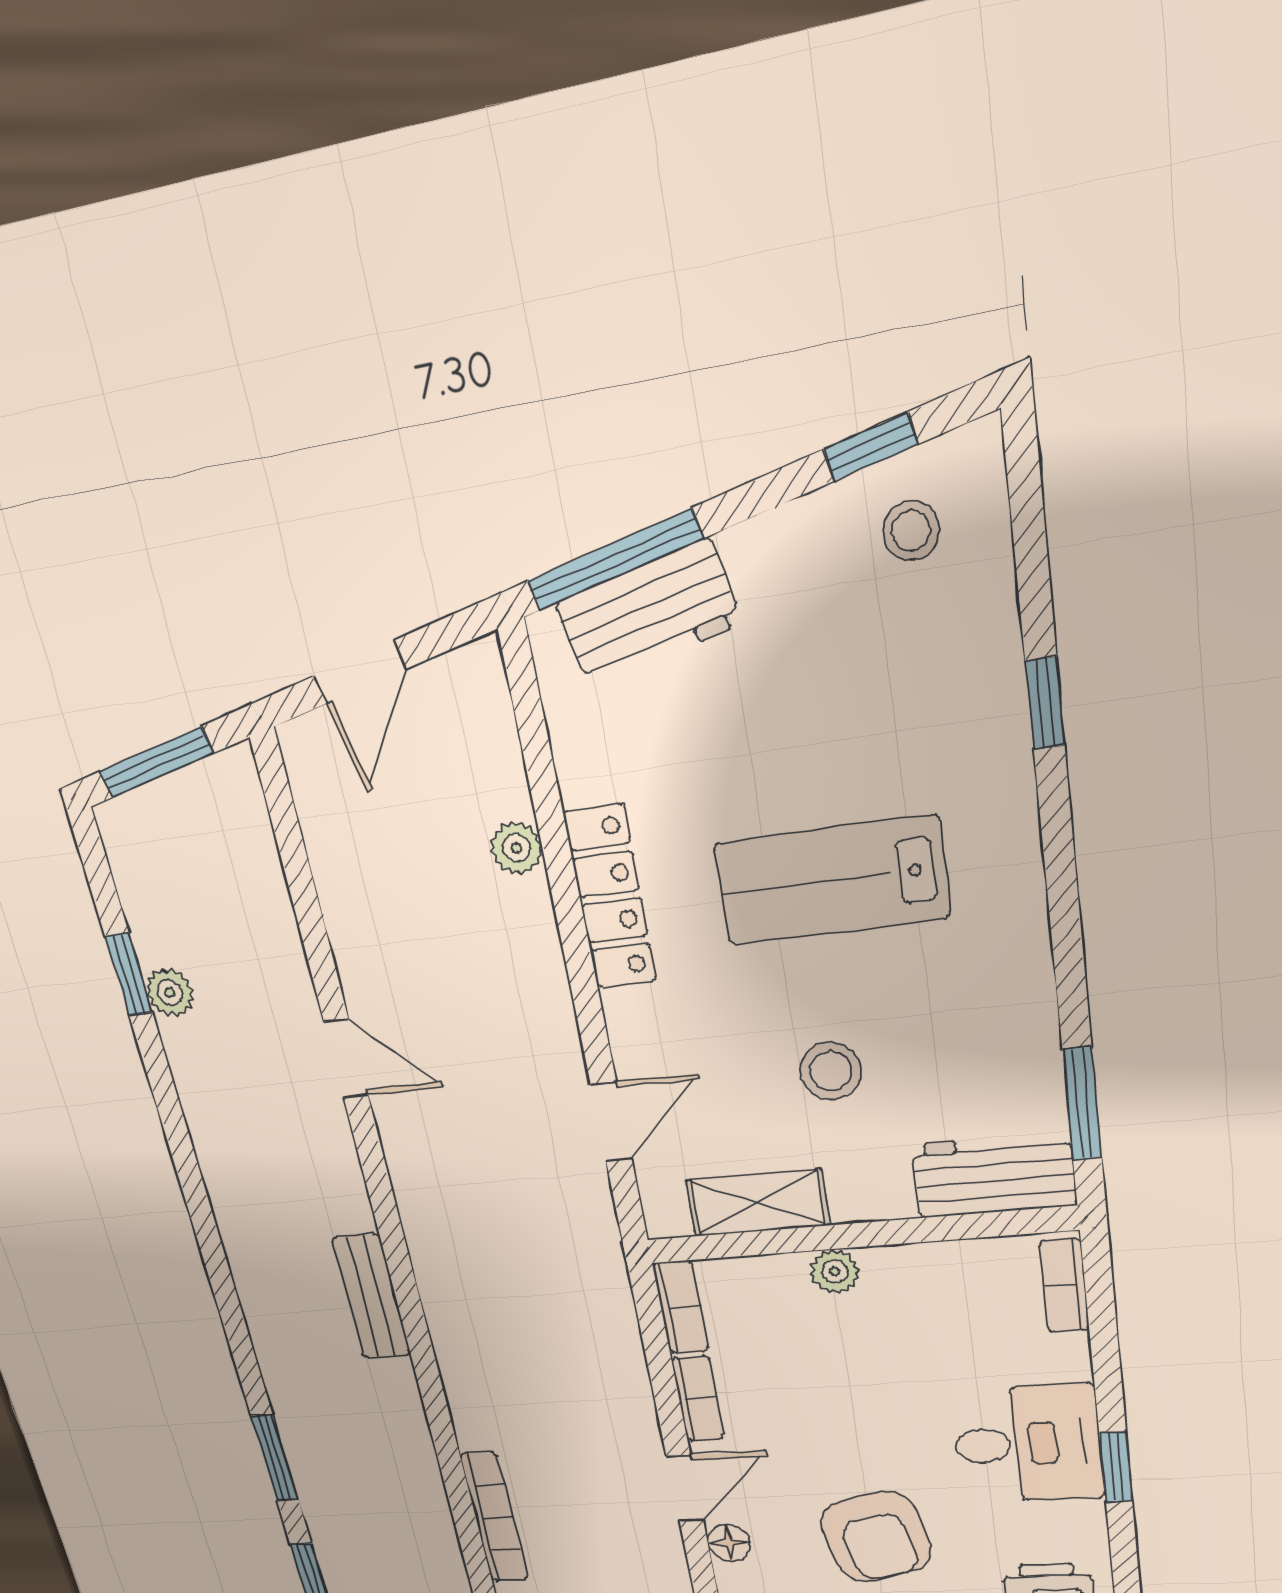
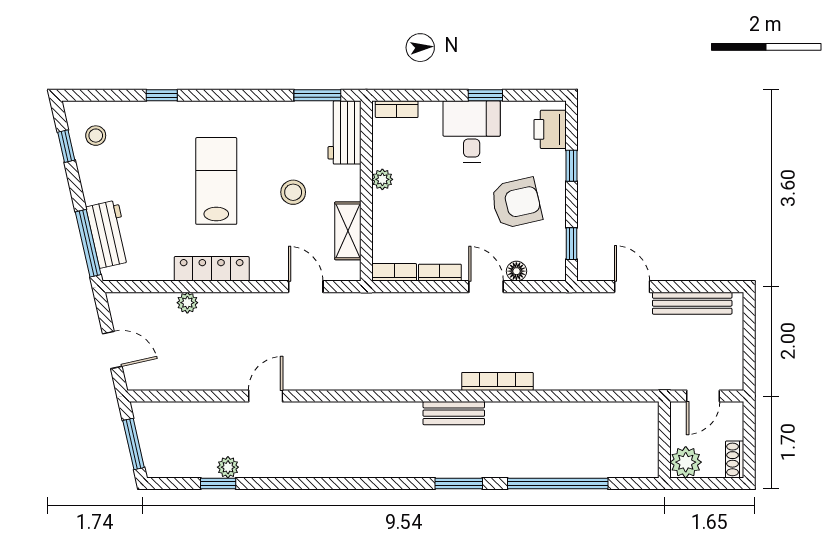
lab bench: (832, 881) -> (216, 181), turned 180
plant: (835, 1271) -> (382, 179), moved
bench: (371, 1297) -> (454, 413), moved

